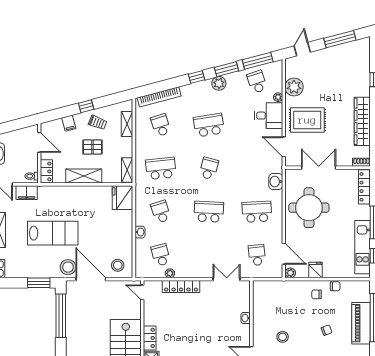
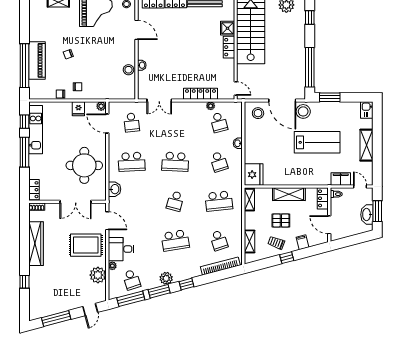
locker: (364, 187) -> (34, 190), width x0.66
lab bench: (53, 233) -> (317, 142), turned 180
stool: (283, 337) -> (129, 70), moved

